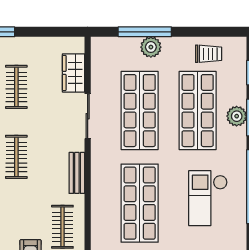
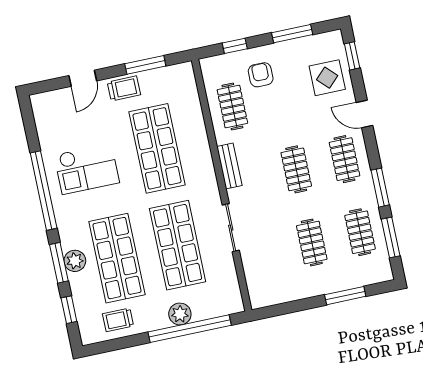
window: (145, 32) -> (190, 329), width x1.46
wardrobe: (74, 73) -> (255, 270), removed
checkout: (208, 198) -> (87, 169), turned 90

